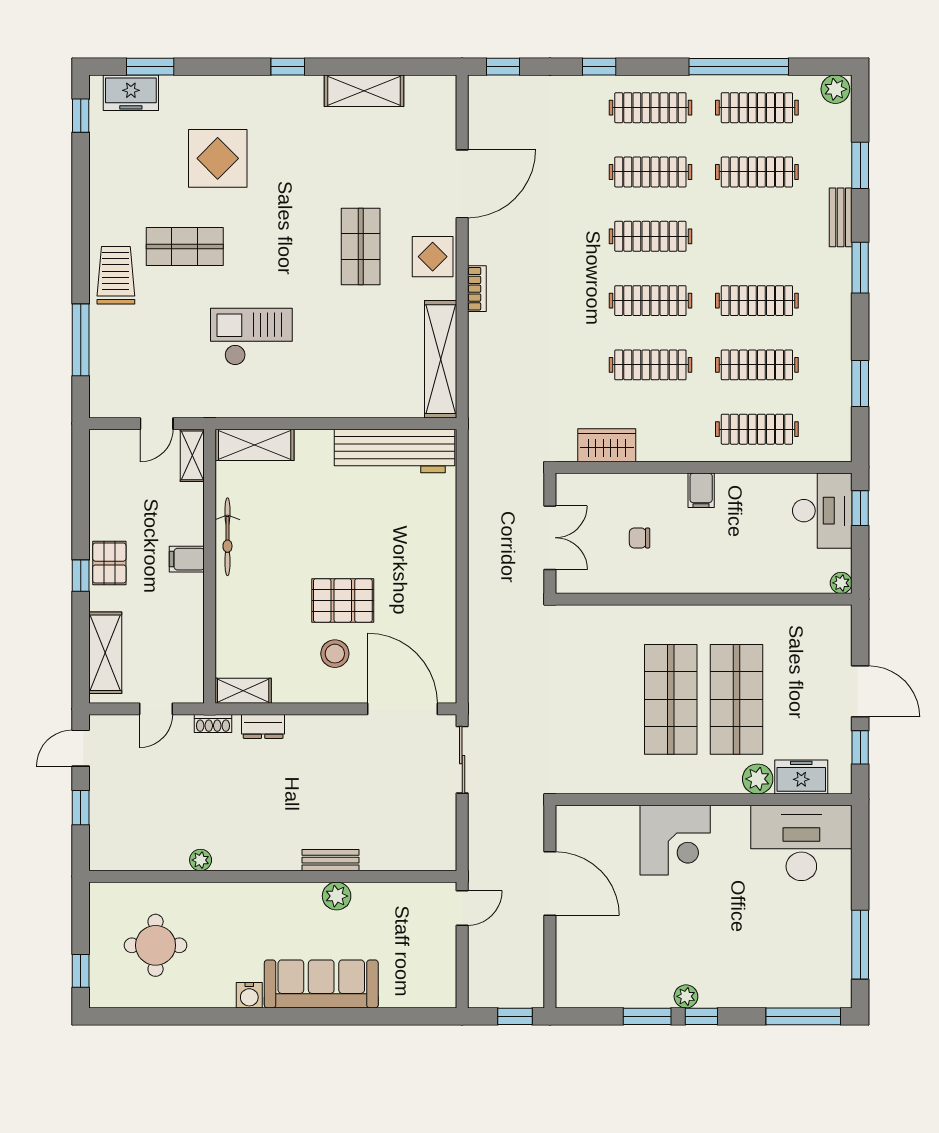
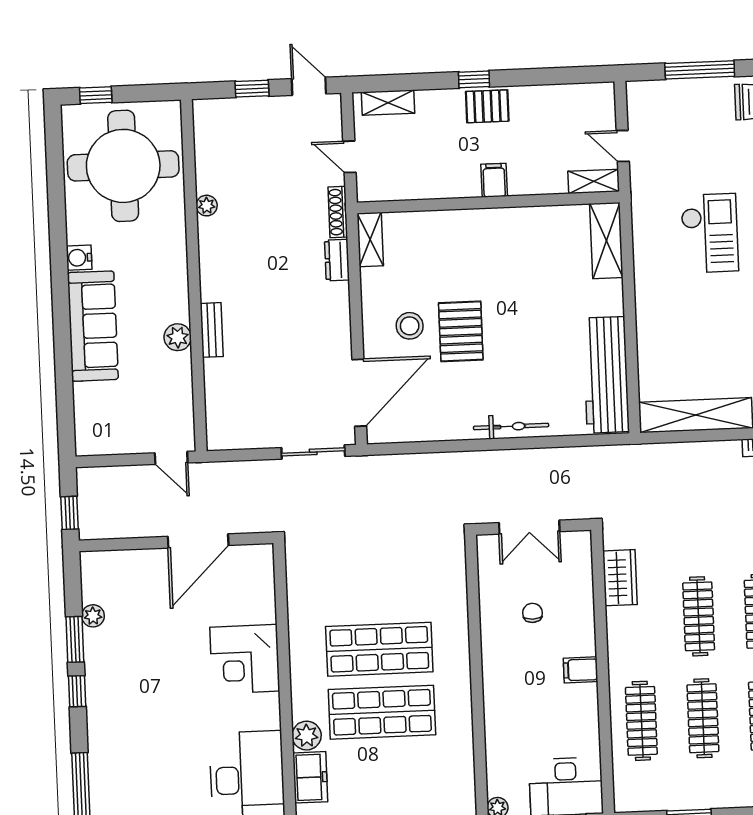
bicycle: (227, 537) -> (511, 426), moved, turned 180
shelving: (105, 653) -> (388, 103), width x0.67, depth x0.75
shoe rack: (213, 723) -> (338, 212), width x1.43
round table: (156, 945) -> (123, 166), width x1.86, depth x1.86
plant: (686, 996) -> (93, 616), moved

